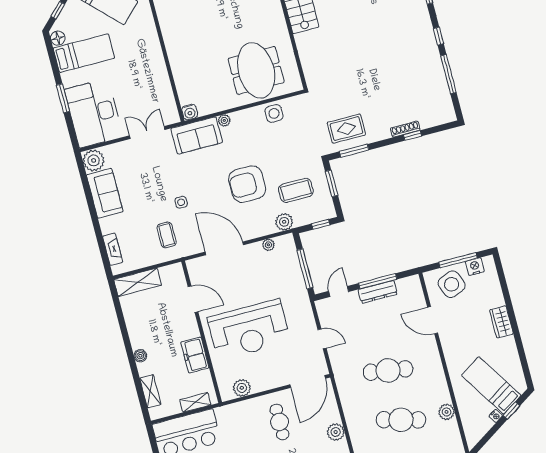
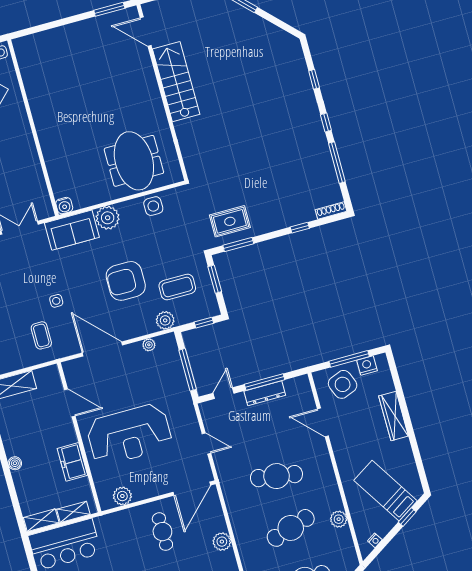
plant: (224, 120) -> (108, 218), width x1.87, depth x1.87
shoe rack: (405, 129) -> (331, 210), moved
wardrobe: (501, 322) -> (394, 416), width x1.50
shelving: (150, 391) -> (41, 520), moved, turned 90
nightstand: (496, 416) -> (375, 540), moved
cafe table: (401, 420) -> (291, 528), turned -33

